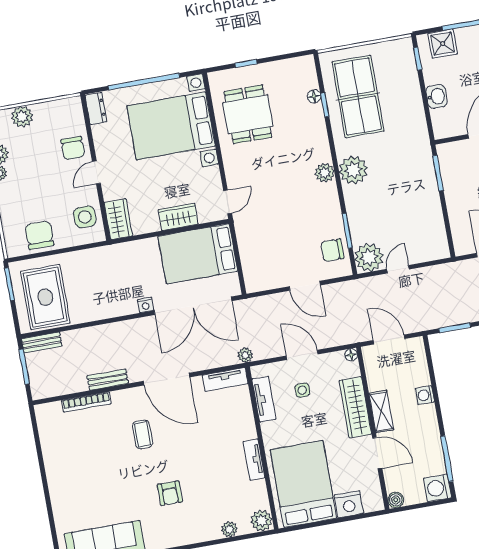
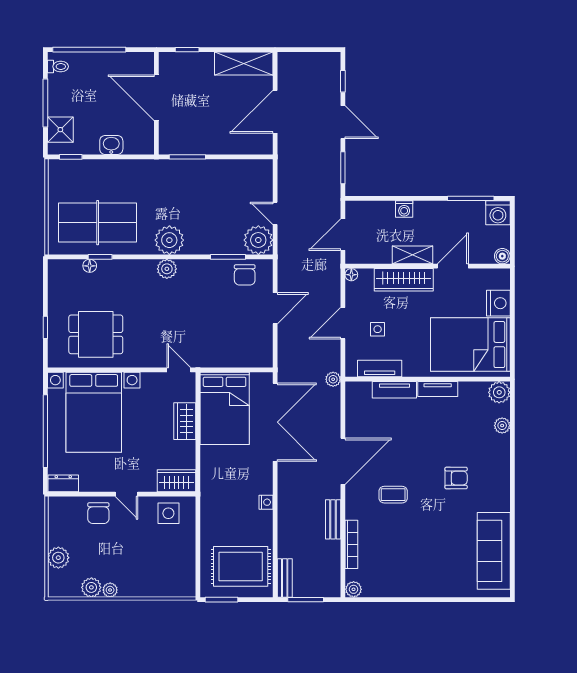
chair: (73, 148) -> (98, 513), turned 90
chair: (39, 235) -> (178, 561), removed
nightstand: (146, 305) -> (266, 502), moved
tv unit: (225, 379) -> (394, 390), moved, turned 90
plant: (43, 412) -> (354, 589), added

